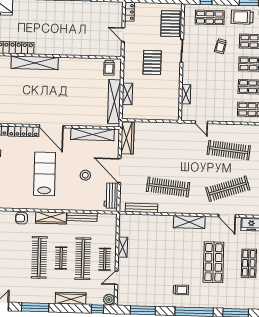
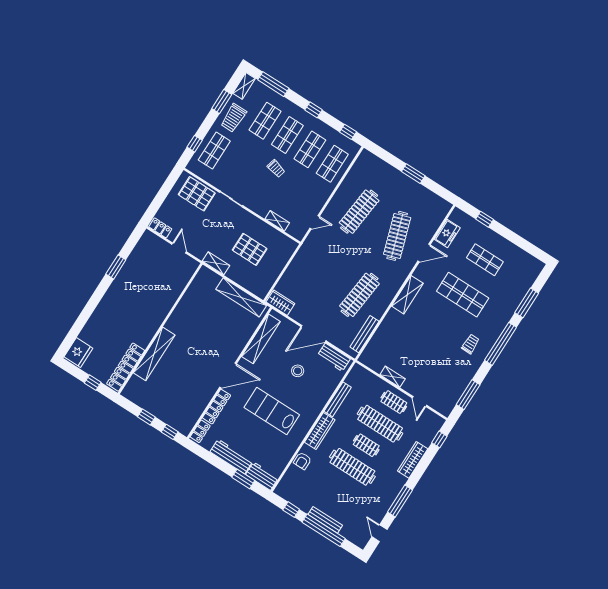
door: (123, 35) -> (179, 248), swing flipped
trolley: (221, 46) -> (276, 169), moved
pallet: (152, 62) -> (250, 249), moved
trolley: (109, 68) -> (204, 282), removed
shelving: (127, 94) -> (216, 263), moved
wardrobe: (127, 138) -> (280, 303), width x0.67
plant: (109, 300) -> (437, 422), removed

